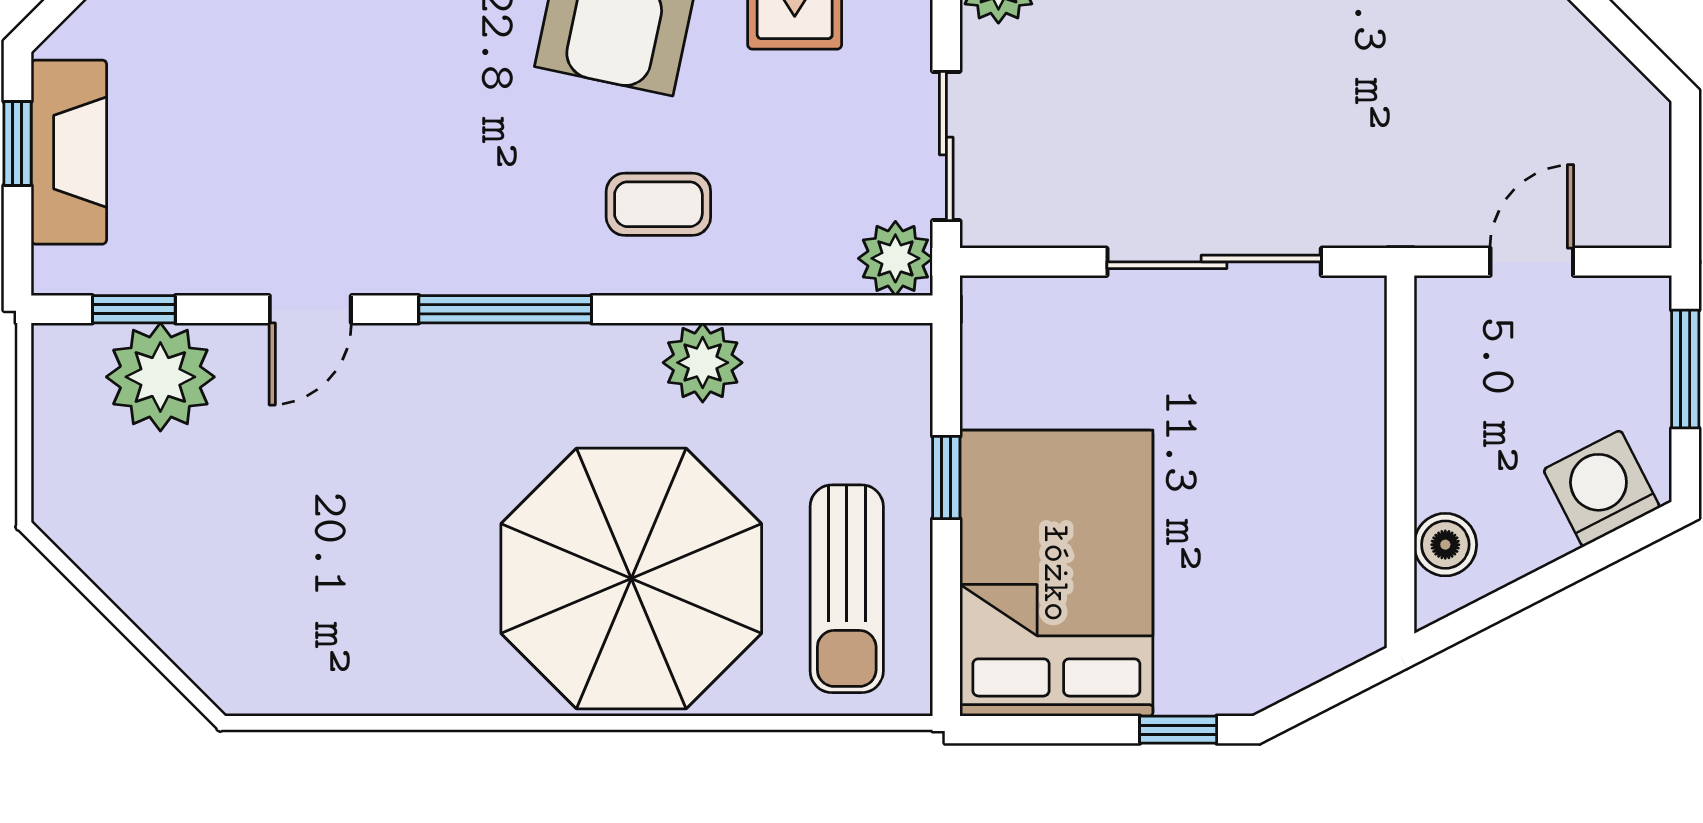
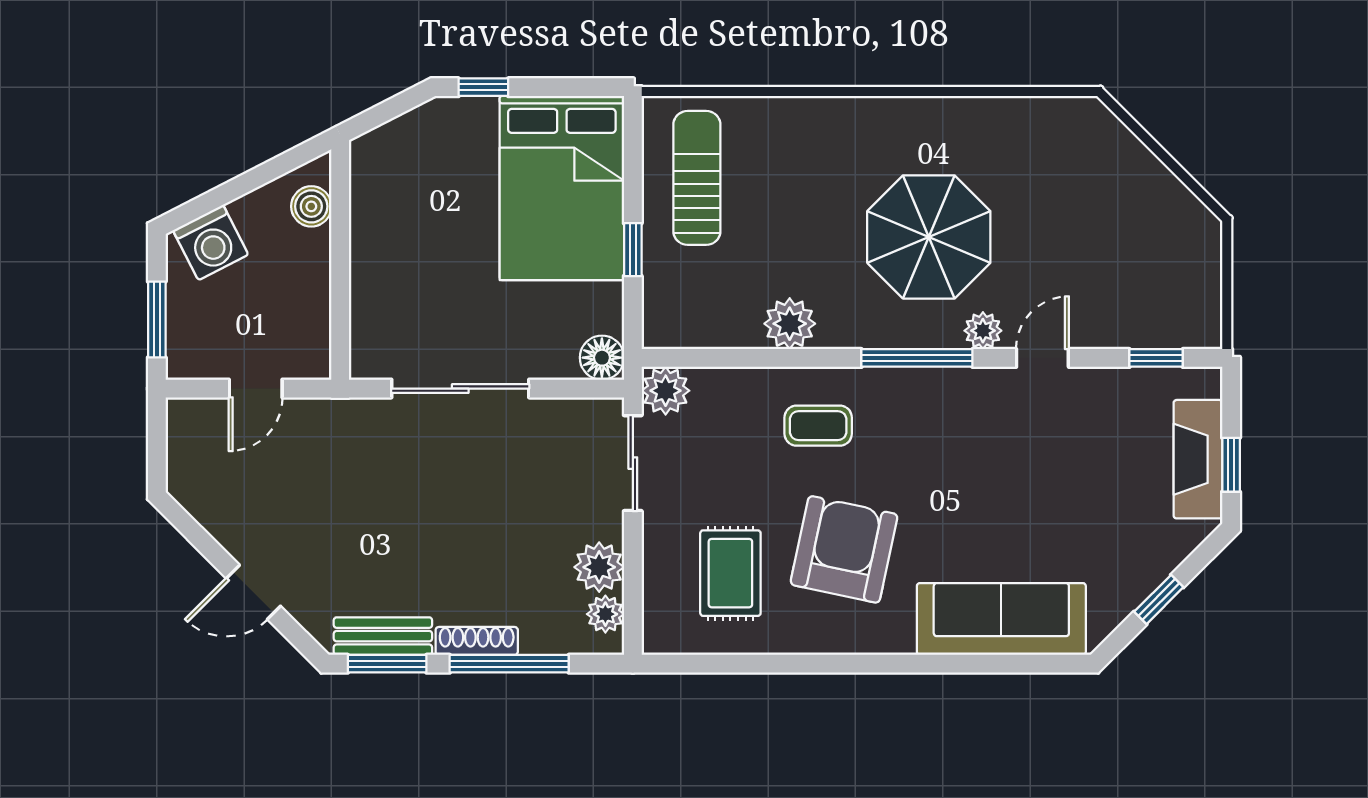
floor lamp: (994, 310) -> (602, 358), added
plant: (160, 377) -> (983, 331), moved, width x0.53, depth x0.53
parasol: (631, 578) -> (929, 237), moved, width x0.73, depth x0.73

